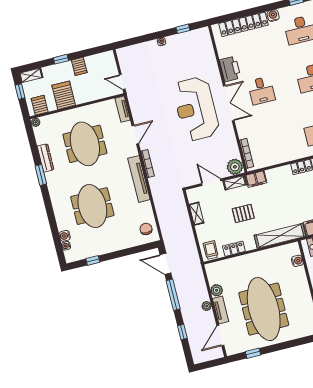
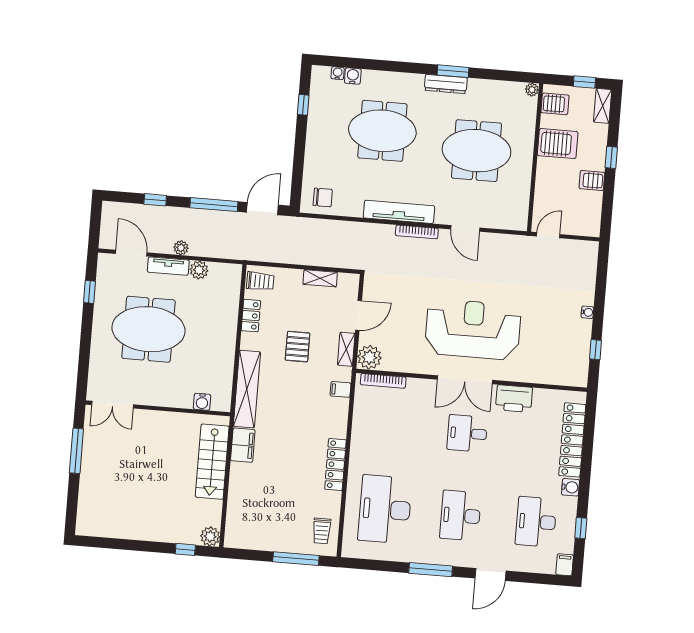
tv unit: (123, 109) -> (508, 222), removed
dresser: (46, 158) -> (446, 84), moved
filing cabinet: (256, 179) -> (341, 389), width x0.50
meeting table: (264, 309) -> (148, 329), width x0.73

